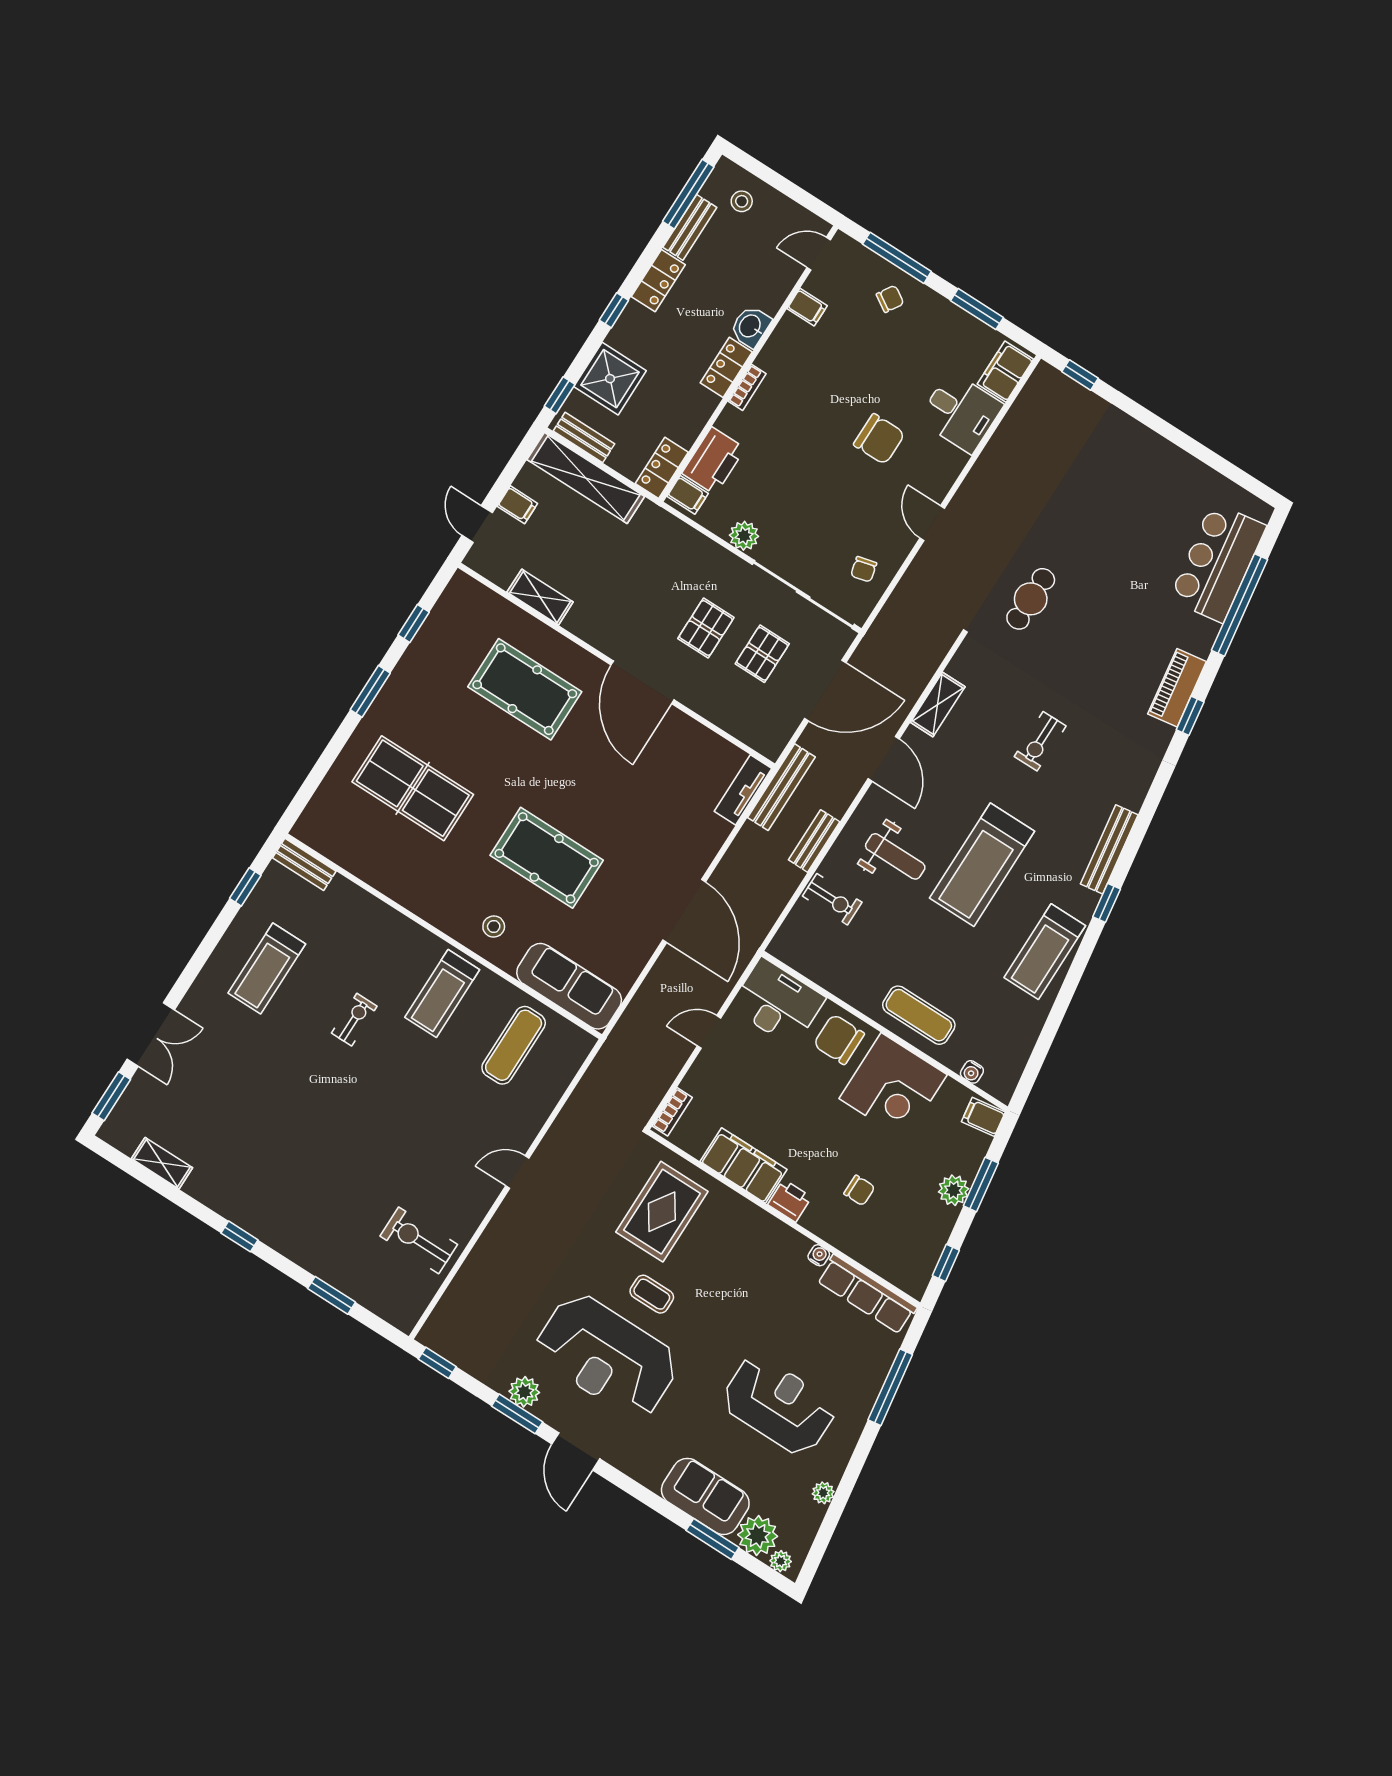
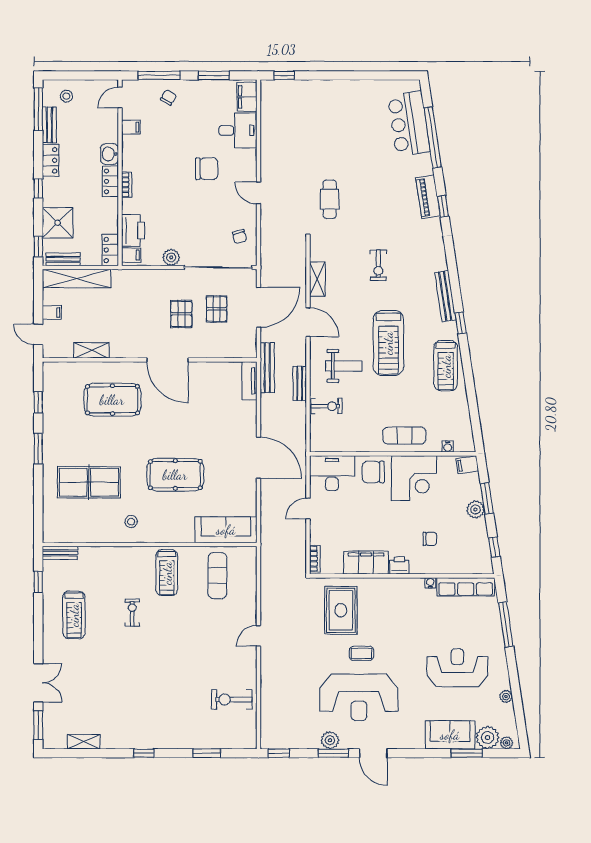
stool: (494, 926) -> (131, 522), moved

